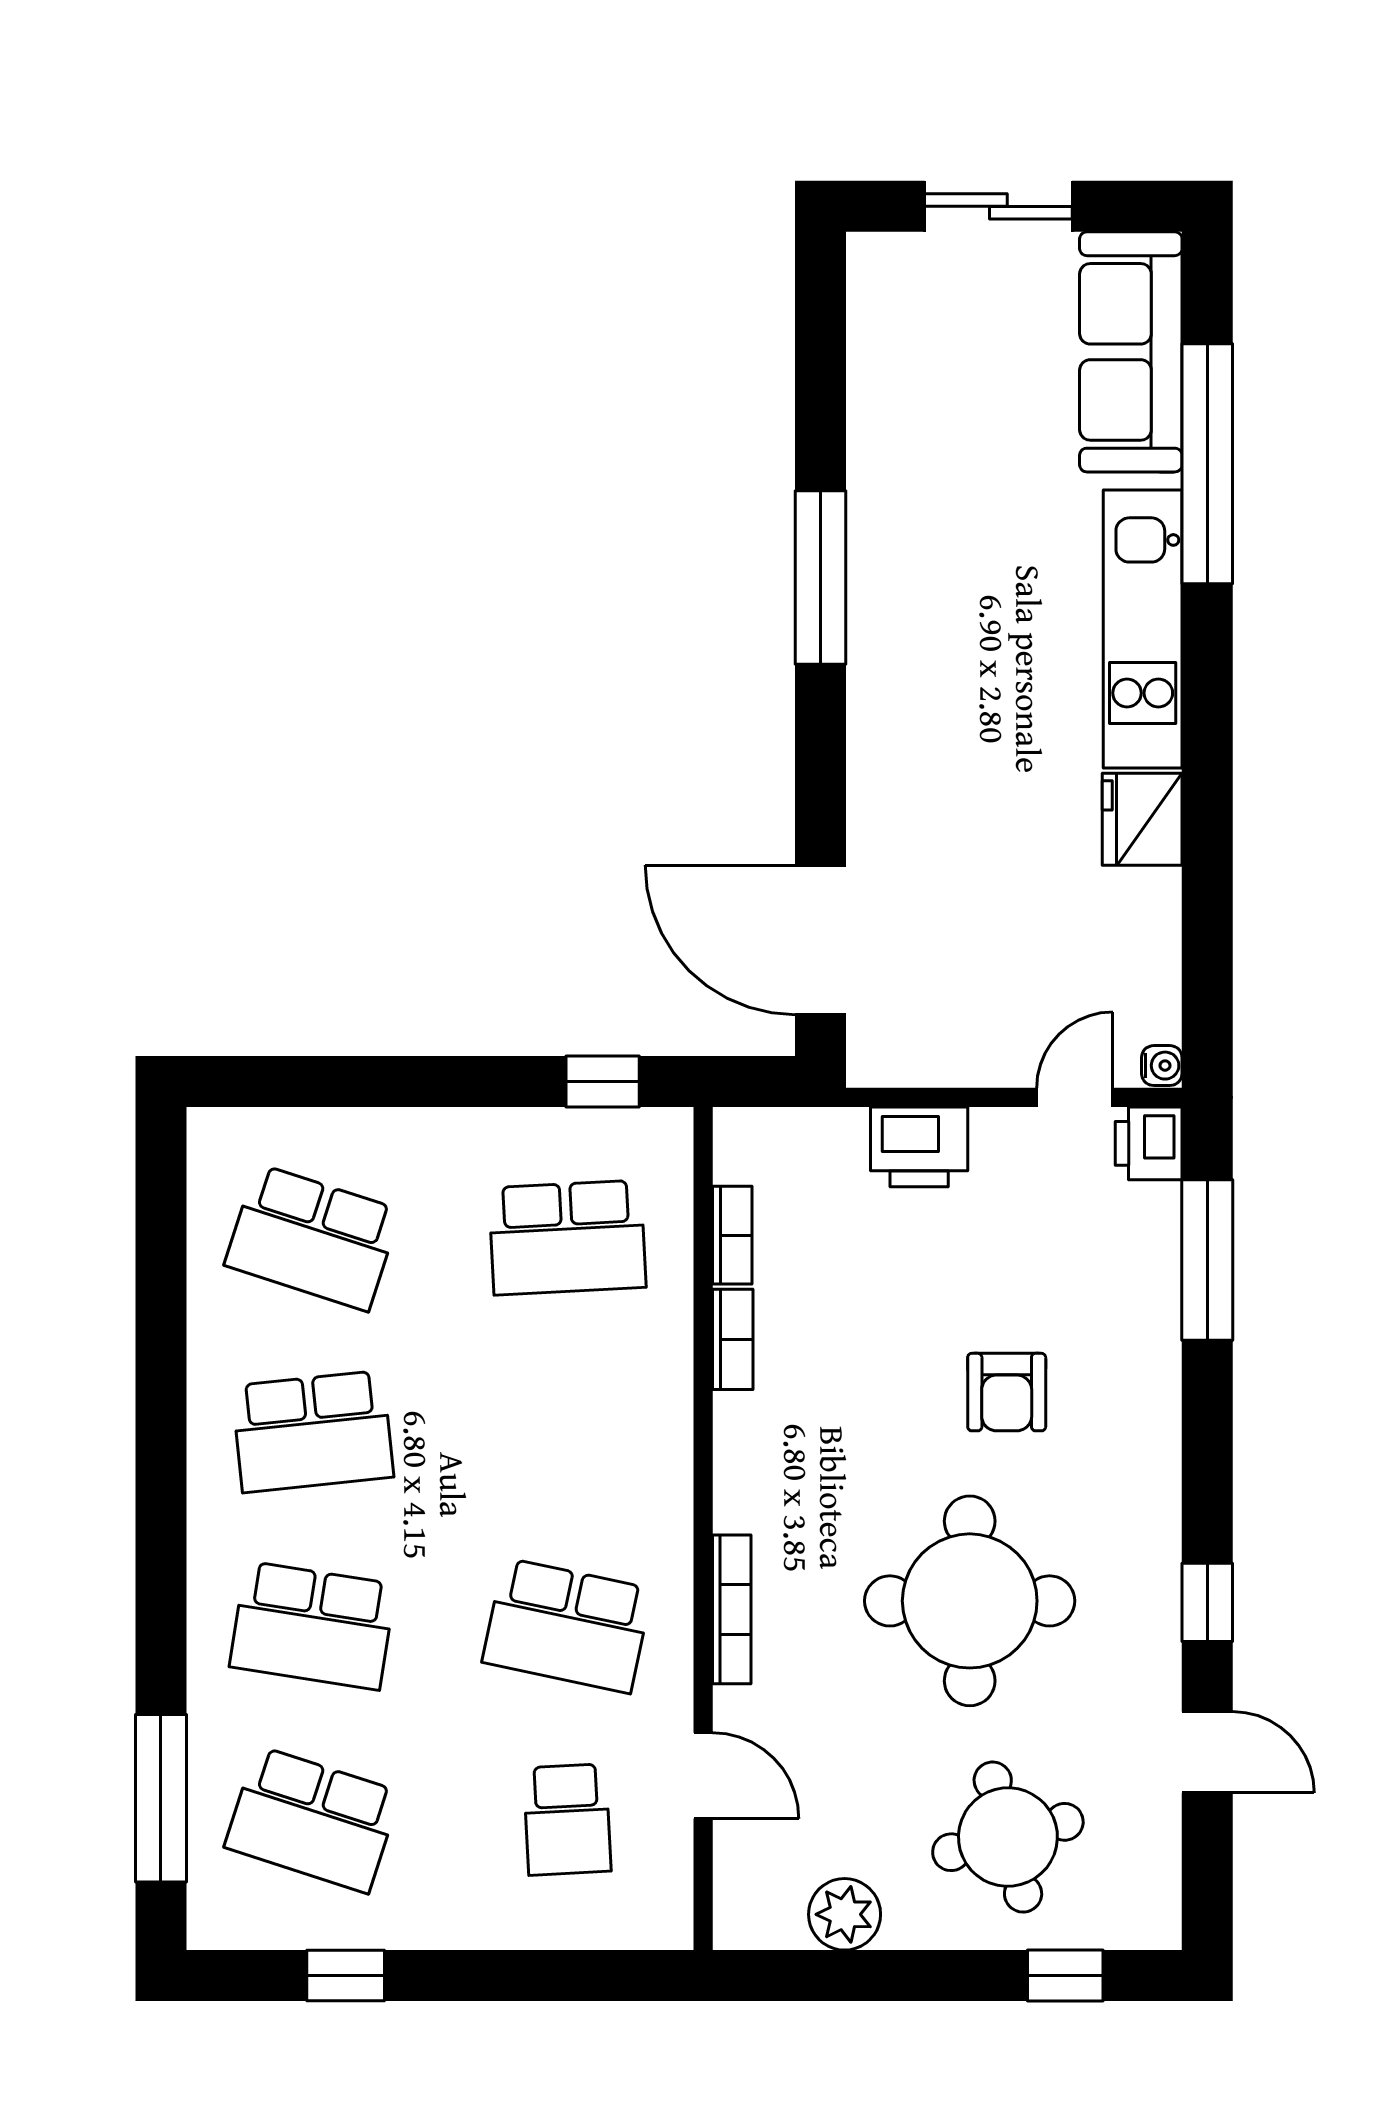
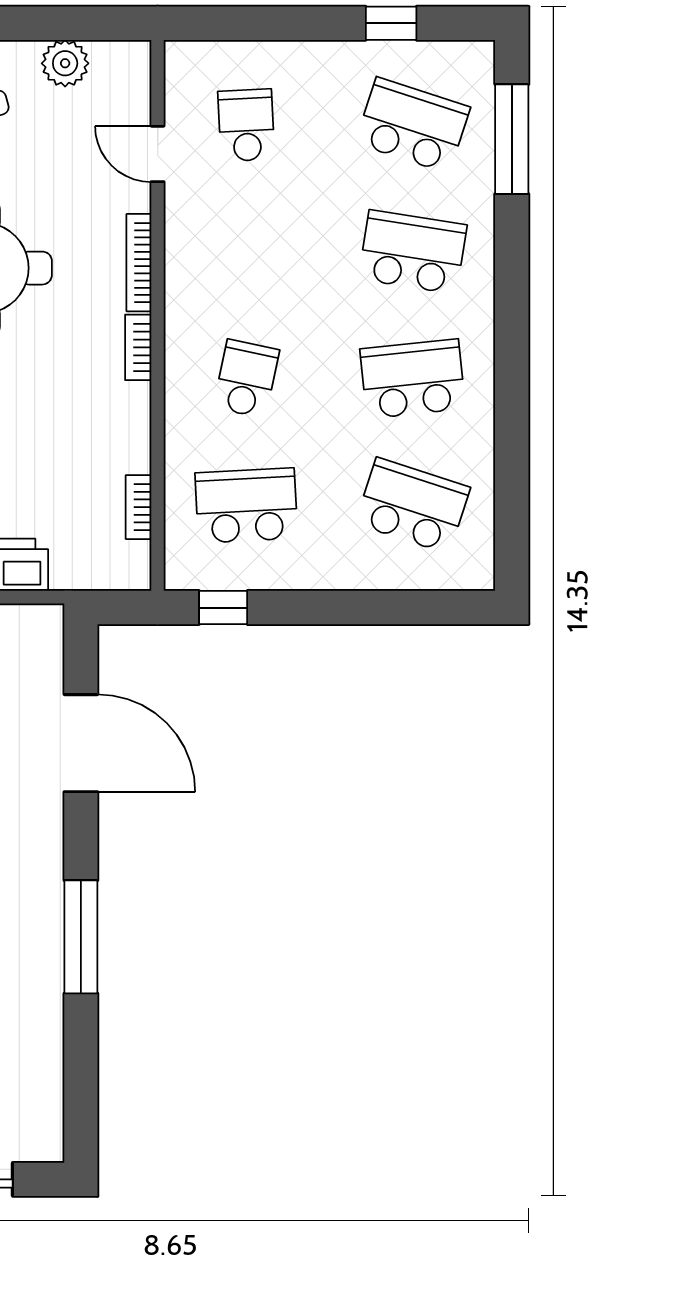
door: (820, 940) -> (81, 743), moved
bookcase: (733, 1339) -> (138, 347), moved
school desk: (567, 1626) -> (246, 379), moved, width x0.54

